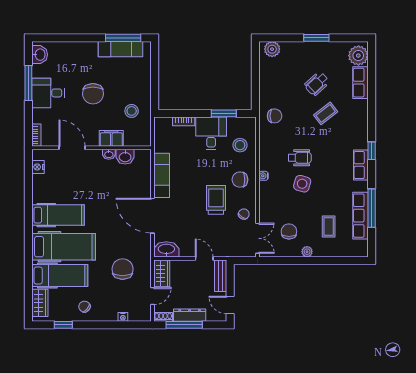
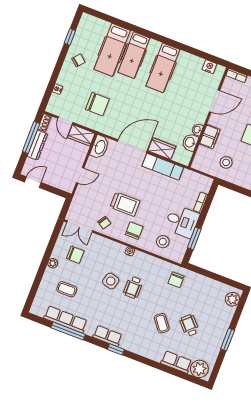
hospital bed: (64, 247) -> (134, 55), width x0.73, depth x0.78
bench: (221, 276) -> (60, 184), removed
wardrobe: (40, 303) -> (162, 149), moved, turned 180

